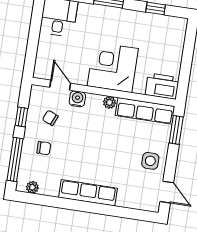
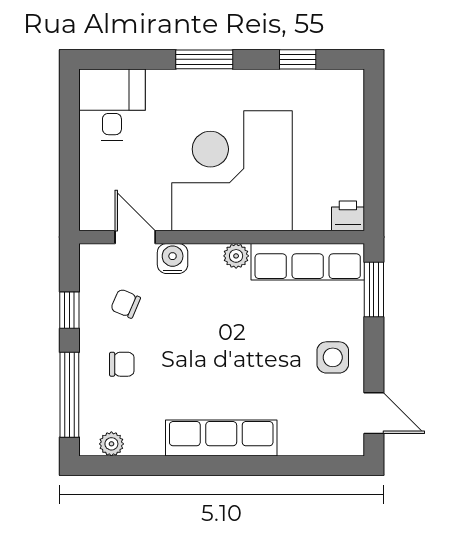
corner desk: (113, 67) -> (232, 171), width x1.36, depth x1.36
printer: (162, 86) -> (348, 216), width x0.53, depth x0.68

